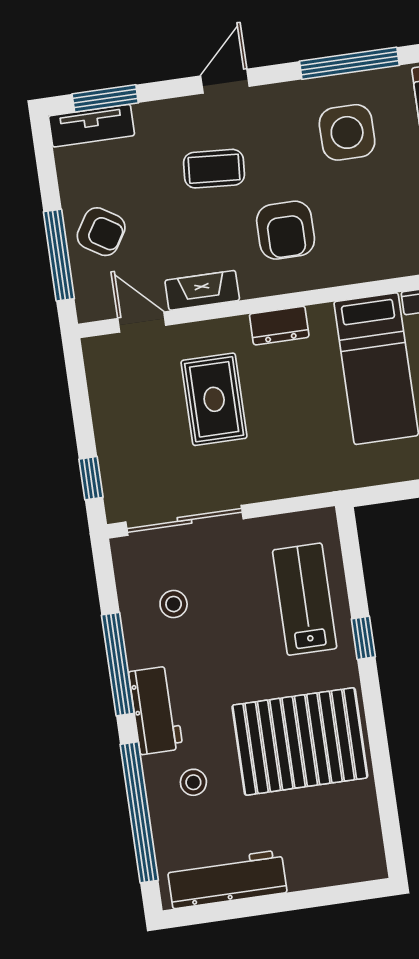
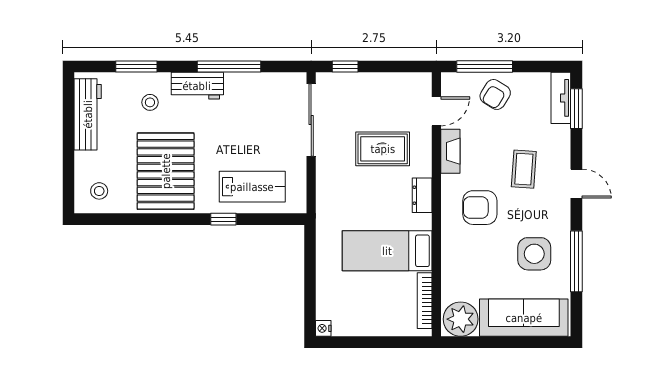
stool: (174, 604) -> (99, 191), moved
window: (139, 812) -> (136, 67), width x0.47

